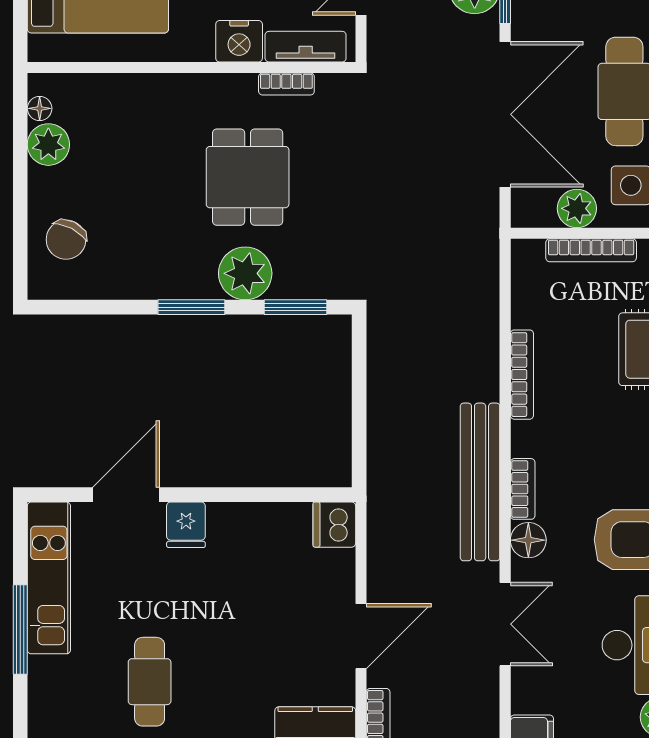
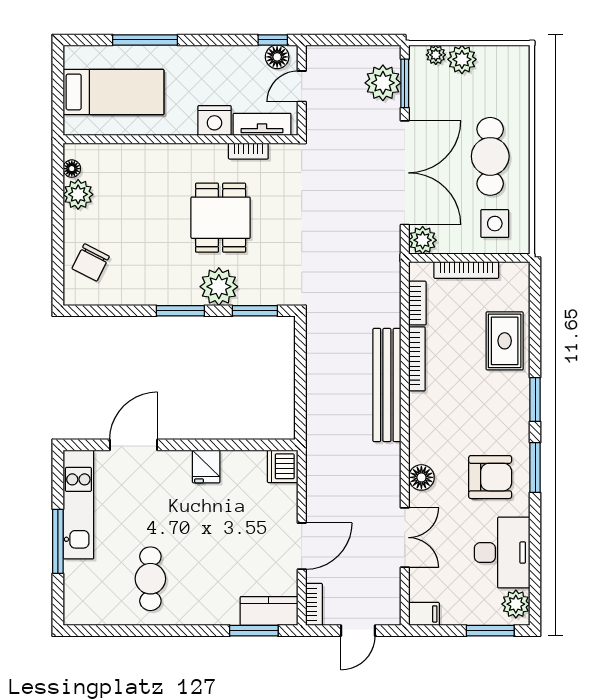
plant: (577, 208) -> (423, 240), moved
bench: (480, 482) -> (387, 385), moved
bookcase: (523, 489) -> (417, 303), moved
fridge: (186, 525) -> (206, 466), moved

